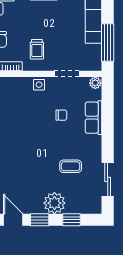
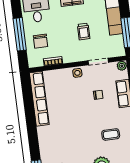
trolley: (37, 49) -> (84, 32), moved

